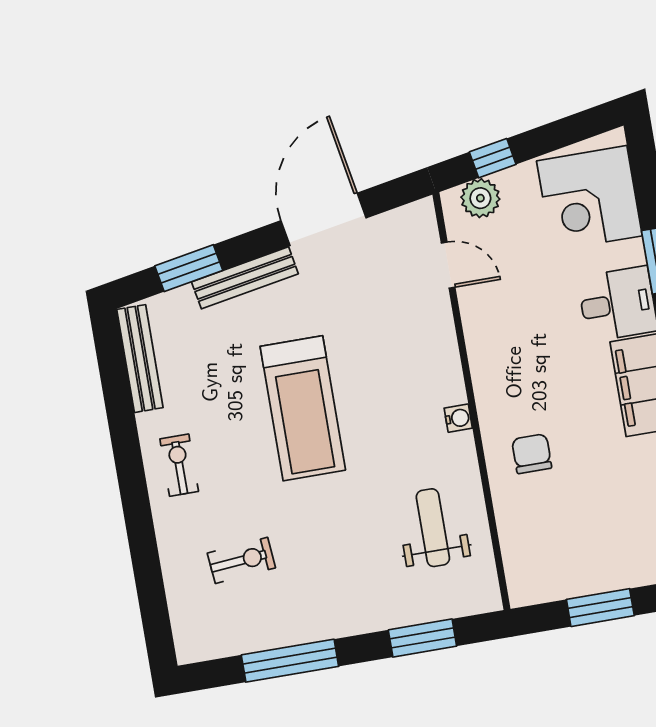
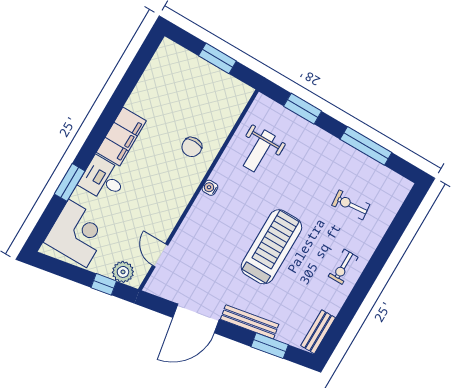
bench: (140, 359) -> (318, 332), width x0.73

